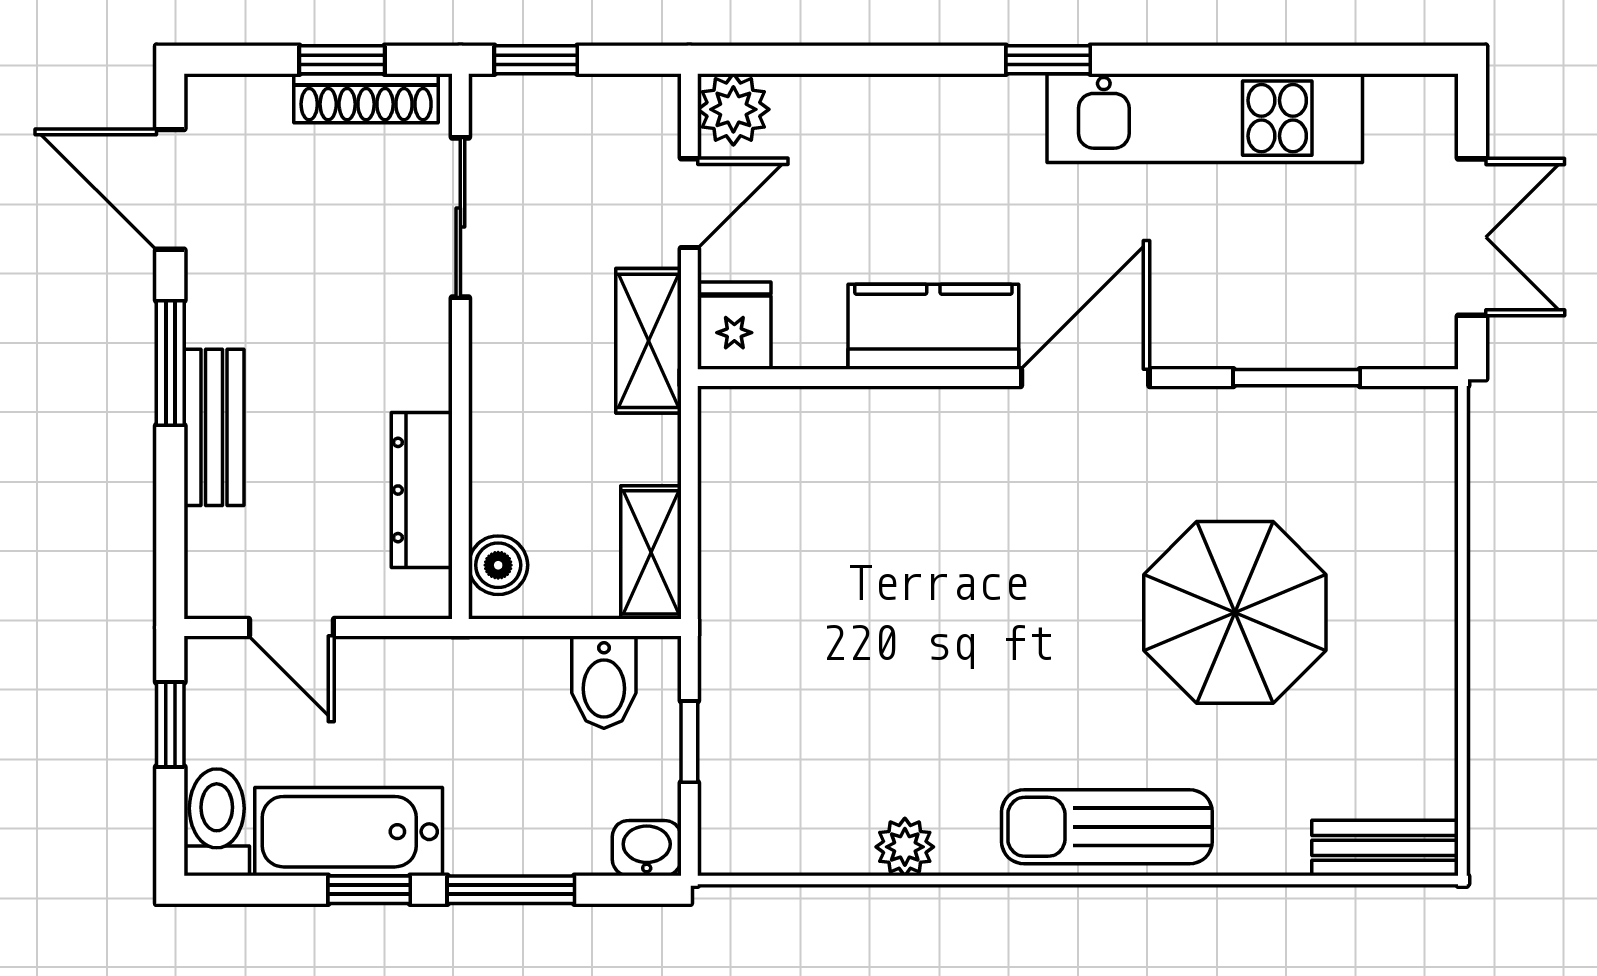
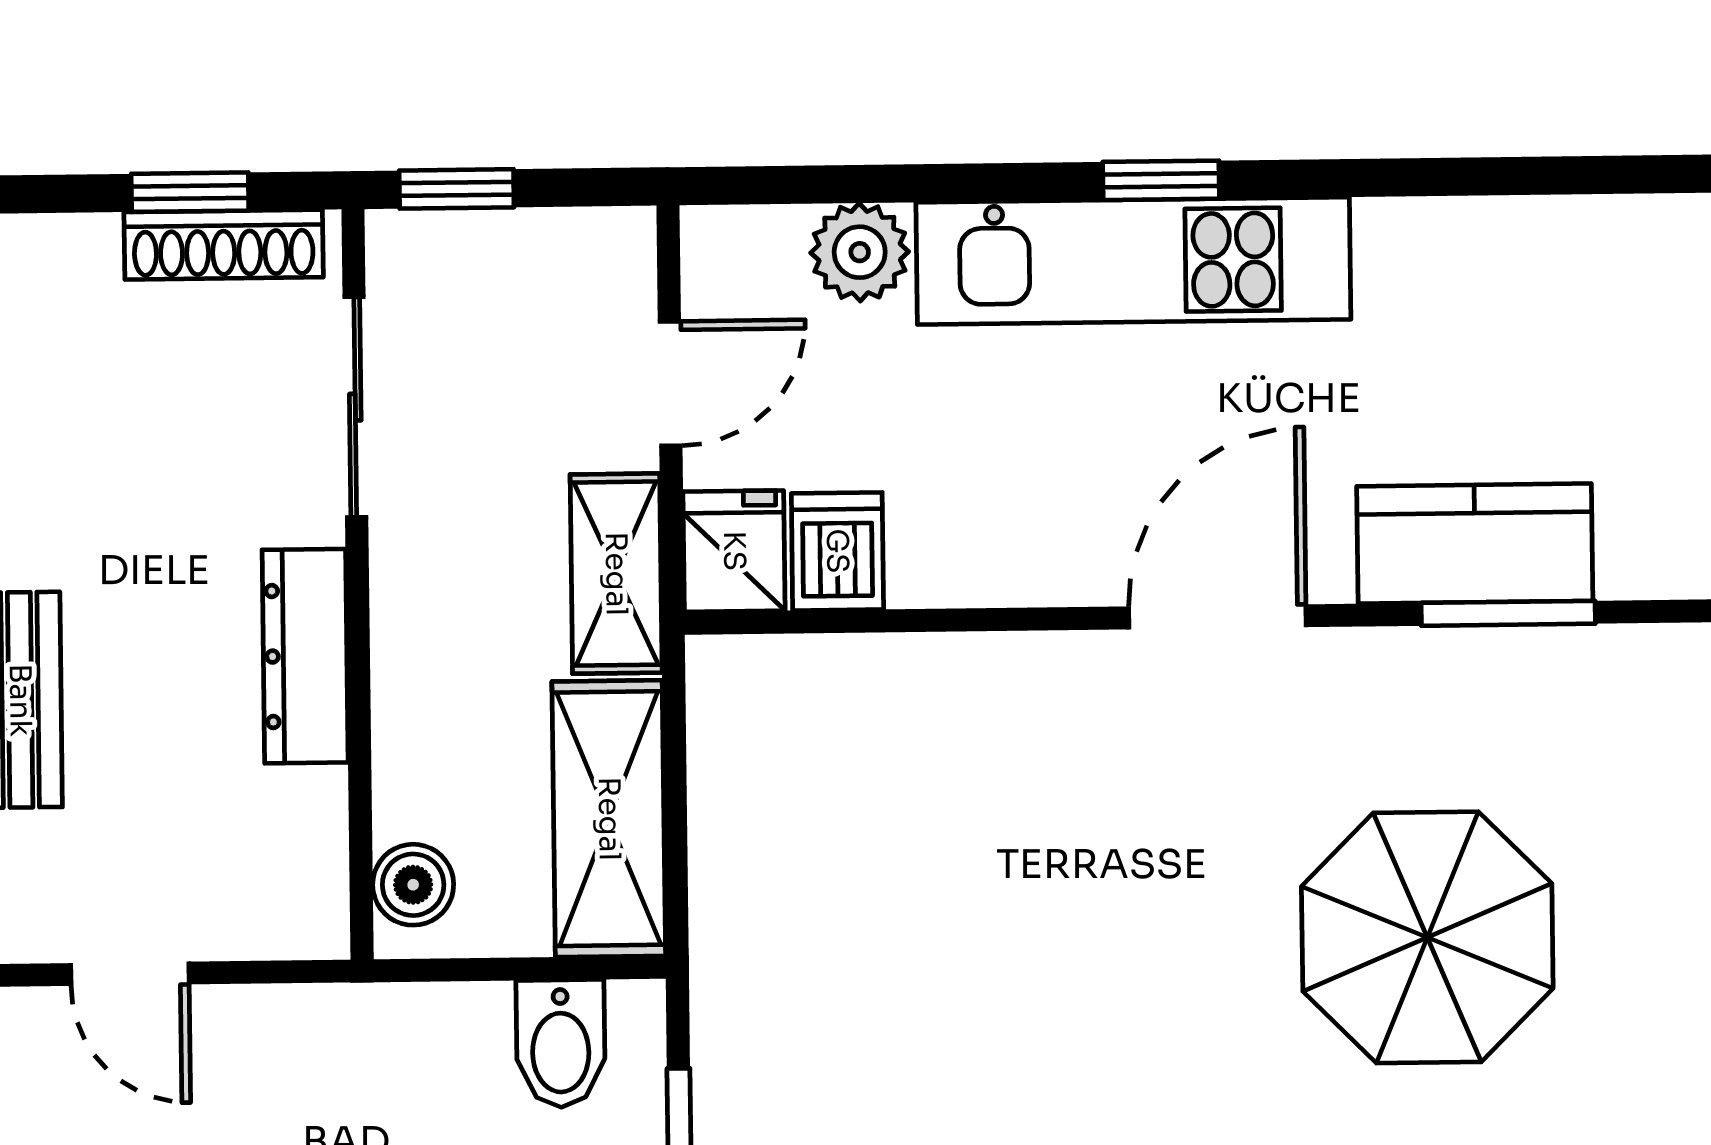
plant: (733, 109) -> (860, 252), moved
kitchen unit: (1205, 118) -> (1133, 261), moved
dishwasher: (810, 327) -> (837, 551), added
kitchen counter: (933, 327) -> (1475, 544), moved
dresser: (422, 490) -> (305, 656), moved
shelving: (651, 552) -> (609, 819), width x1.50, depth x1.33

